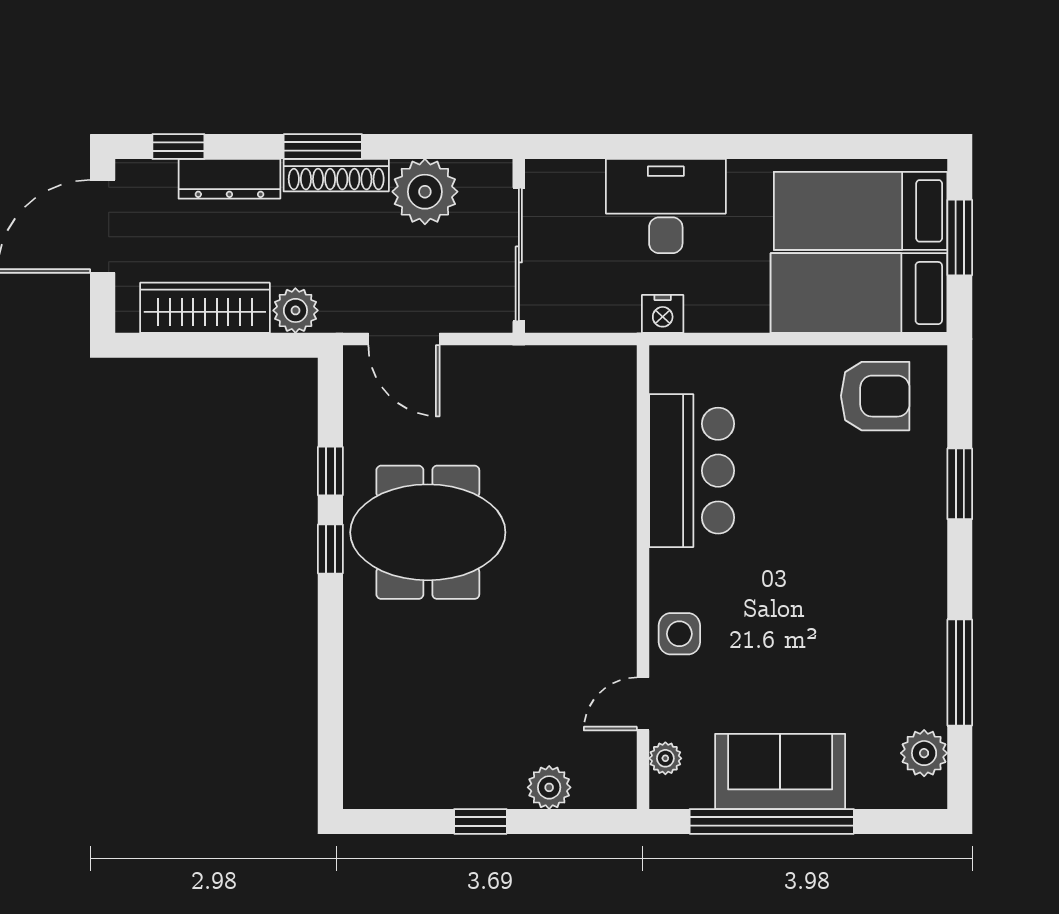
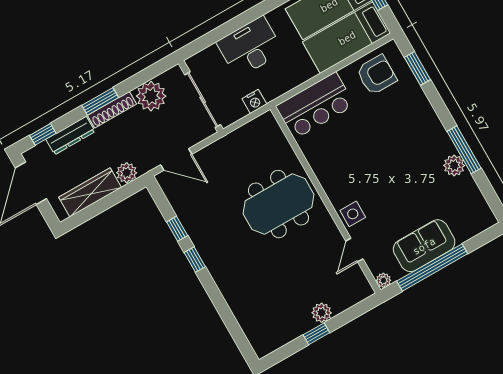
nightstand: (663, 314) -> (254, 101), moved
bar counter: (692, 471) -> (315, 106), moved, turned 90
window: (960, 484) -> (417, 68), moved
meeting table: (428, 532) -> (278, 204), moved
window: (960, 673) -> (464, 150), moved
plant: (924, 753) -> (454, 165), moved
plant: (665, 758) -> (383, 280), moved
plant: (549, 787) -> (322, 313), moved

